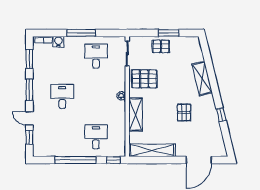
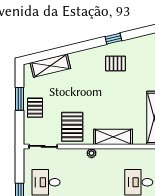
shelving: (202, 78) -> (50, 66), moved
pallet: (184, 112) -> (115, 64), moved

